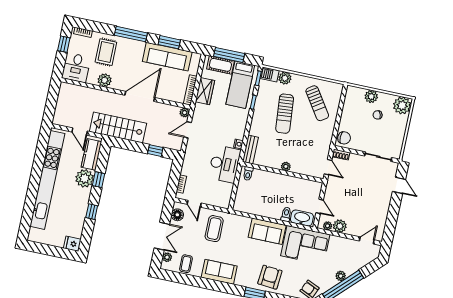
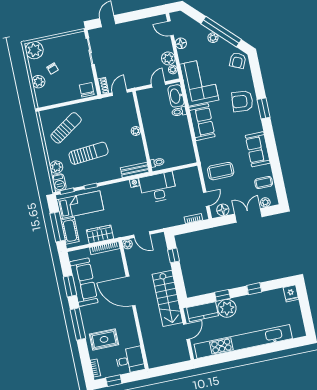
plant: (105, 80) -> (130, 329), removed
floor lamp: (349, 244) -> (181, 43), added

